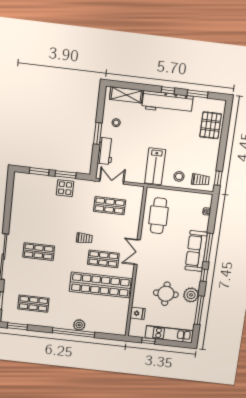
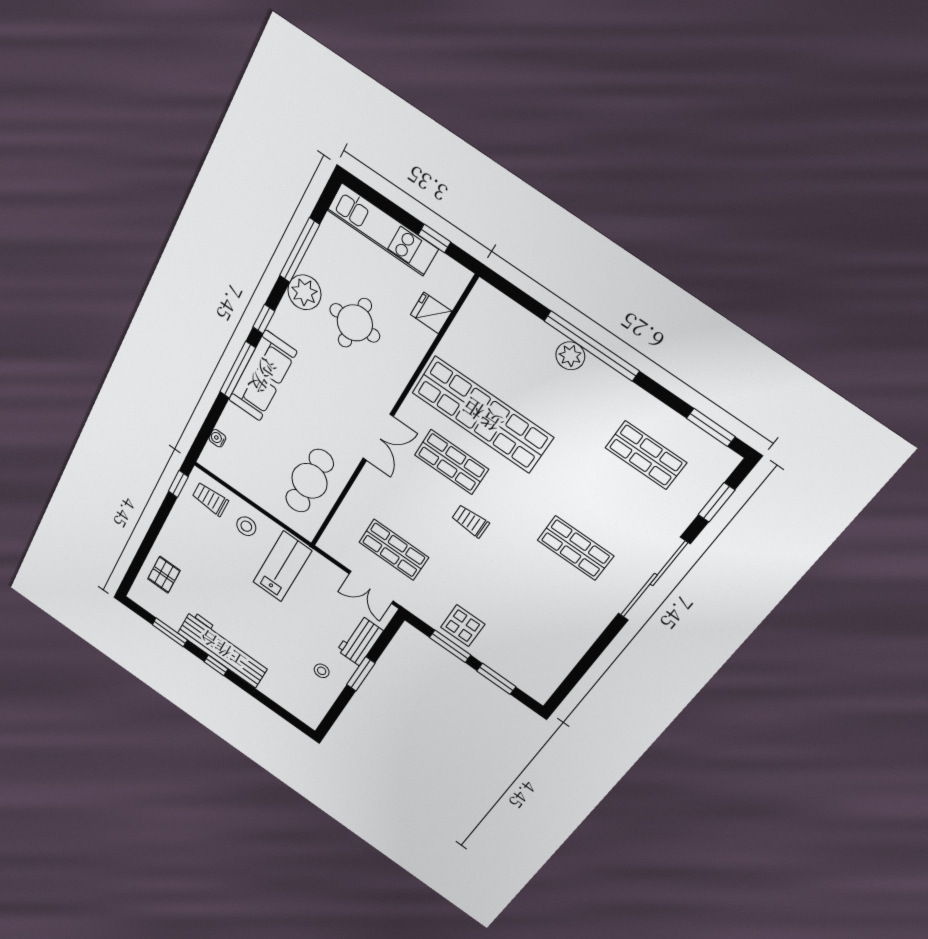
shelving: (126, 95) -> (287, 699), removed
pallet: (211, 125) -> (164, 575), width x0.67, depth x0.71

